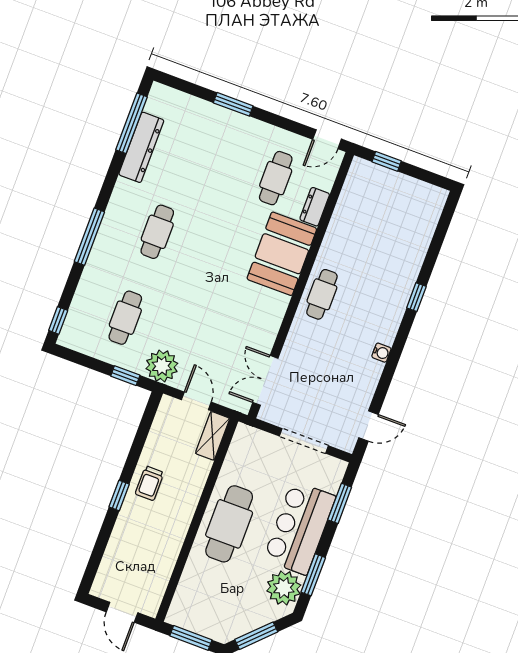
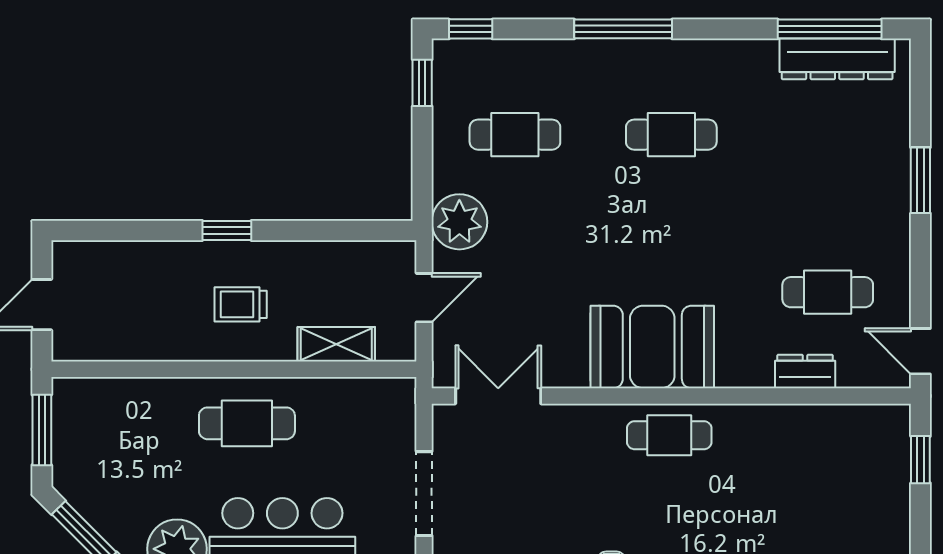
dresser: (141, 147) -> (837, 59), moved
booth: (282, 254) -> (652, 347), moved
window: (125, 376) -> (422, 83), moved
shelving: (212, 436) -> (336, 344), moved
trolley: (150, 483) -> (241, 304), moved
cafe table: (229, 524) -> (247, 423), width x0.73, depth x0.74

